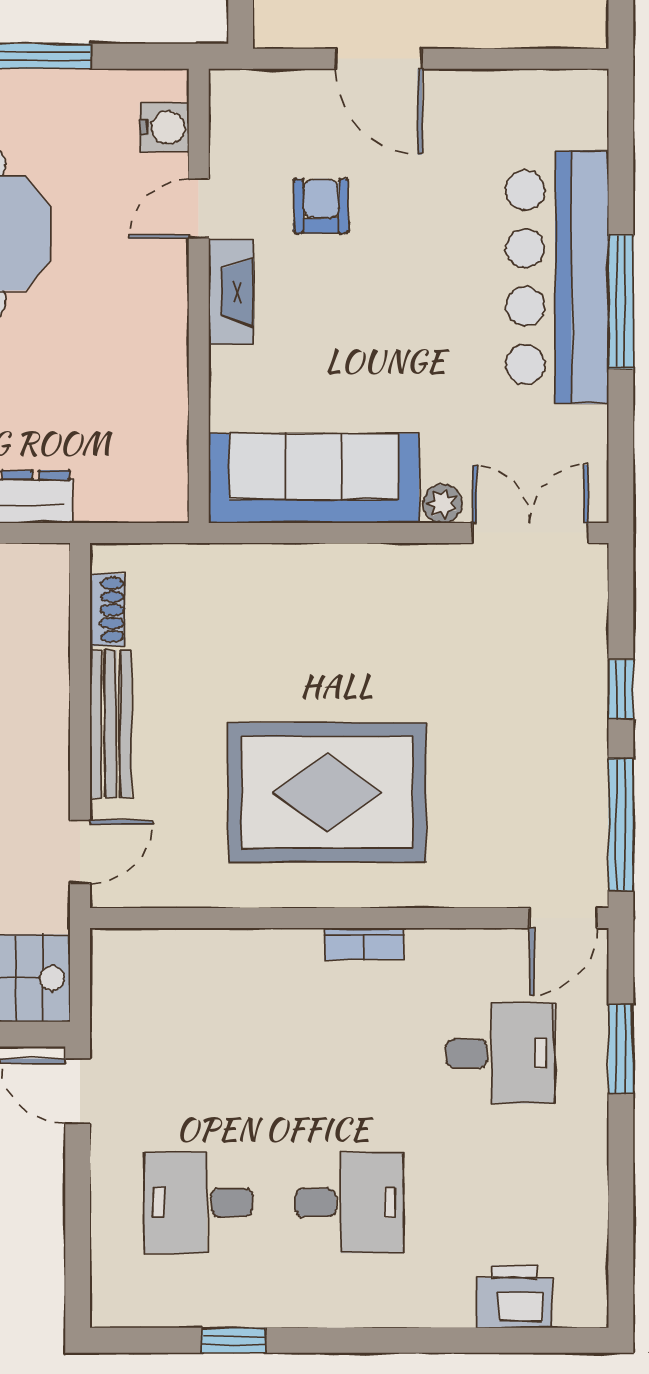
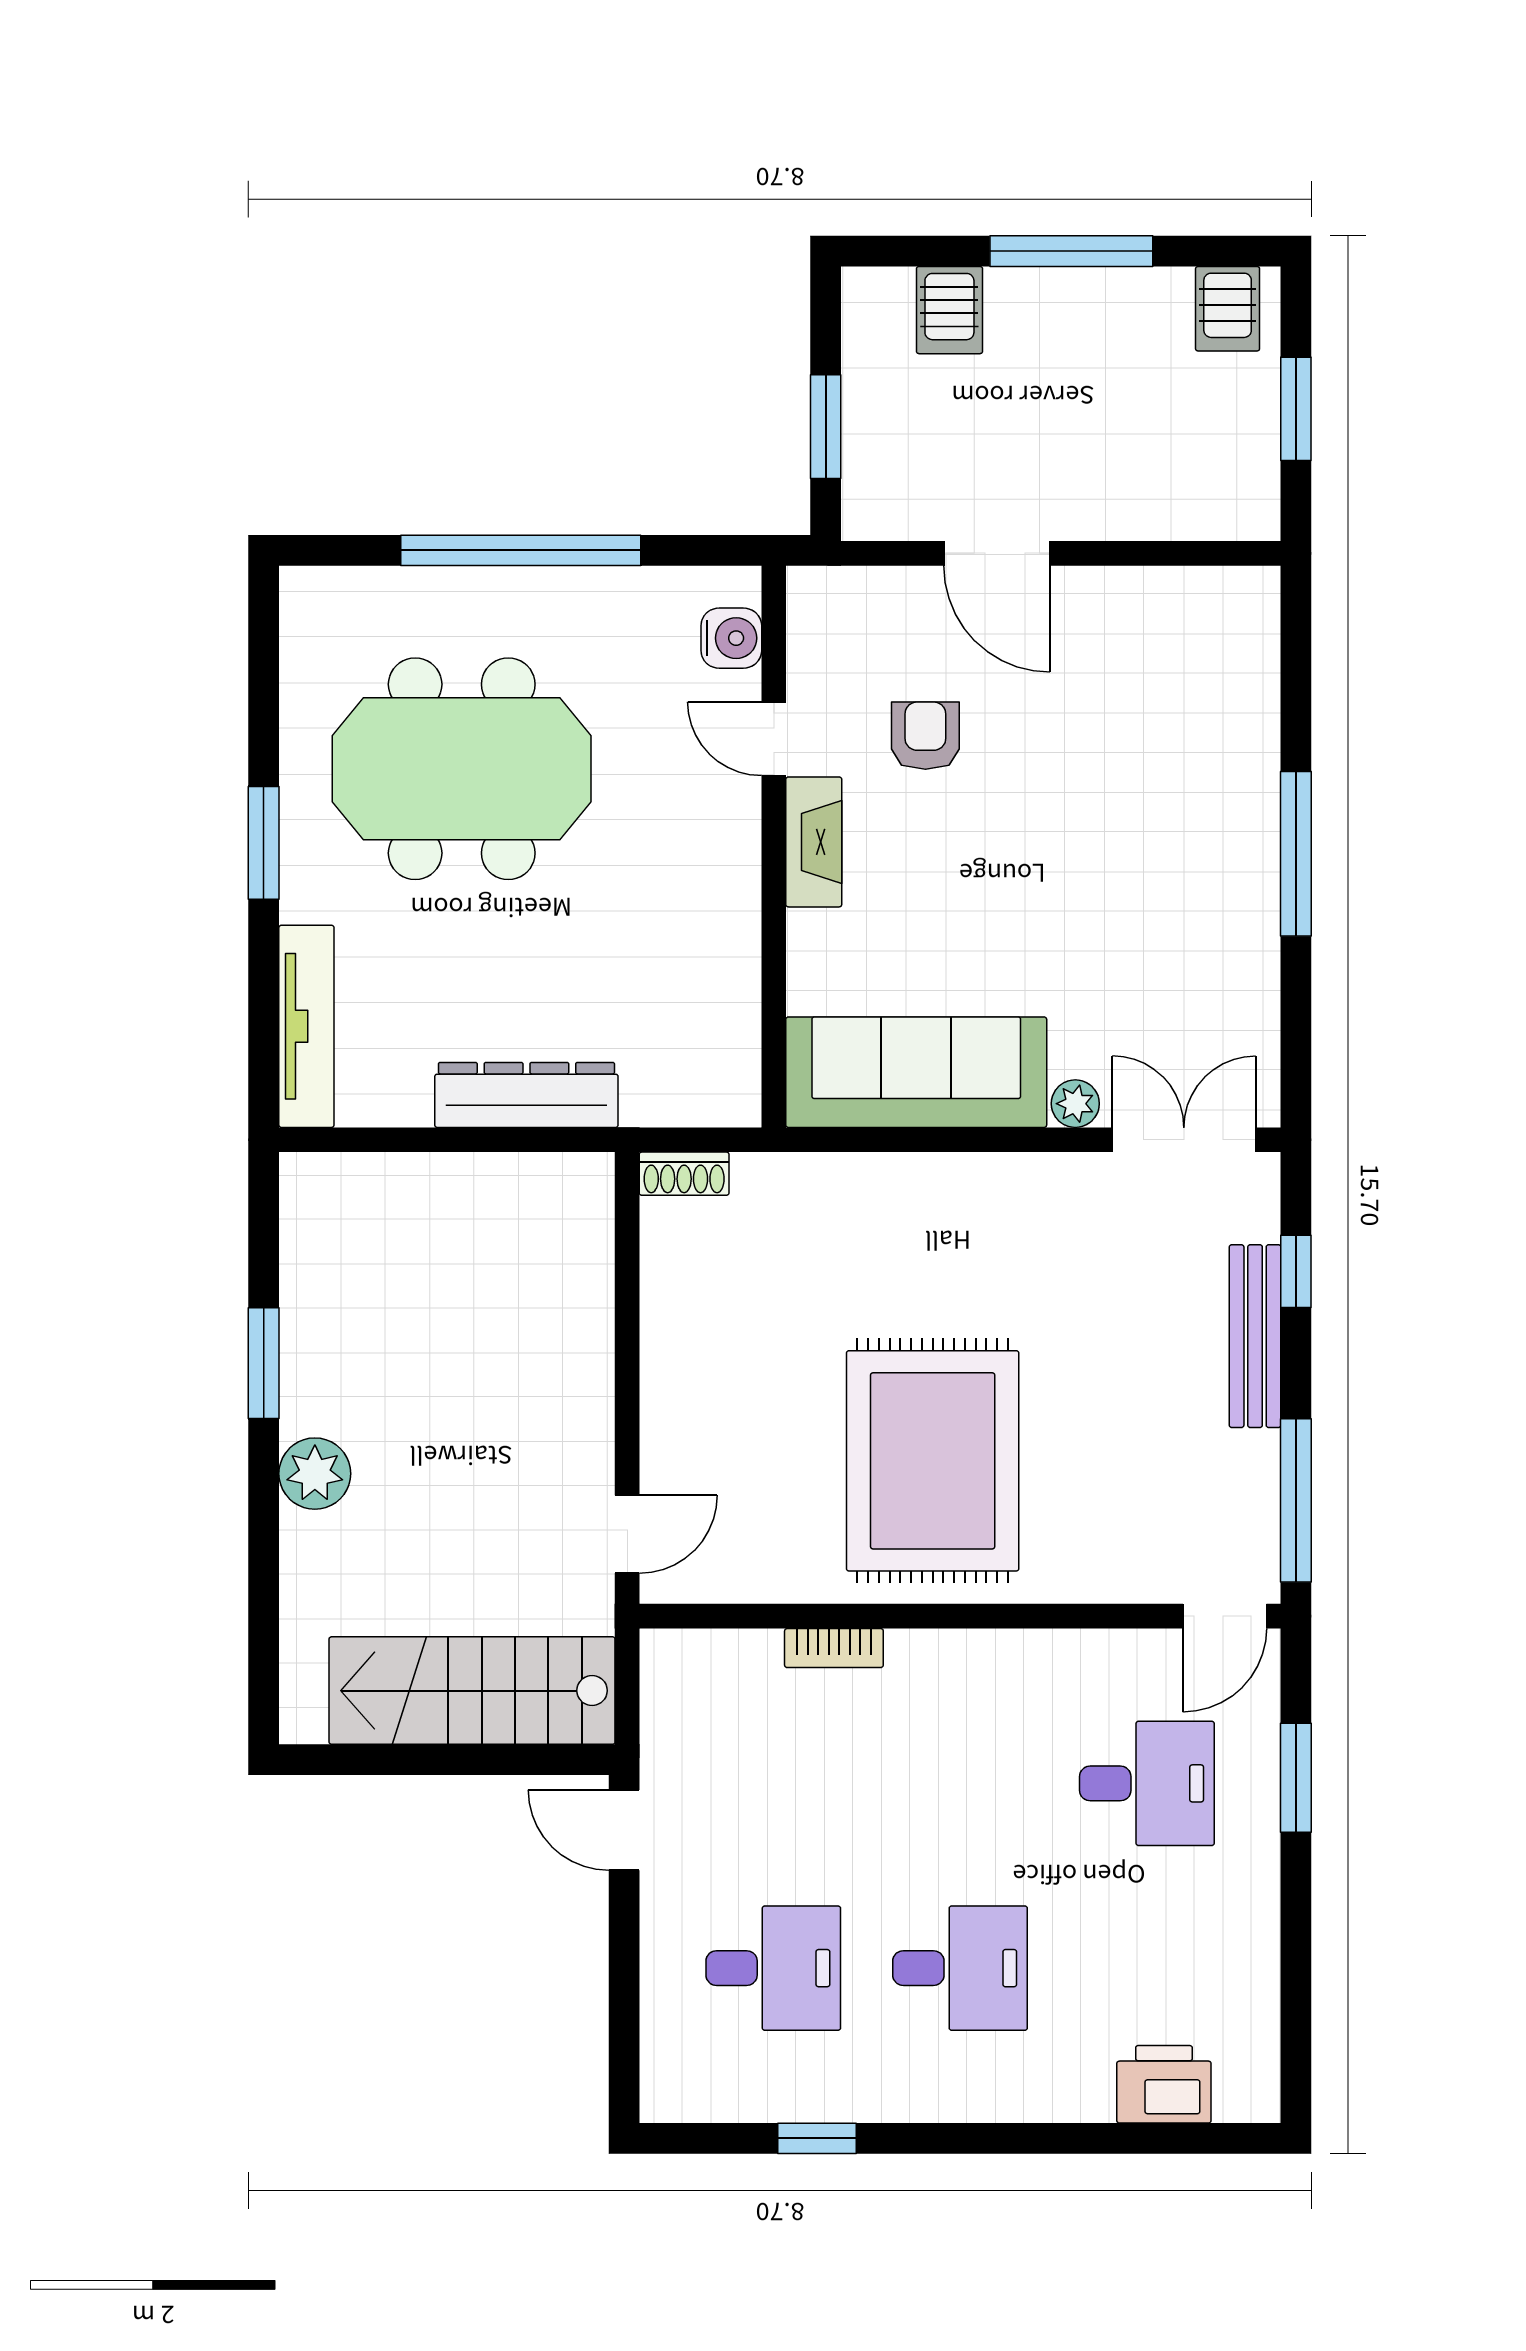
door: (199, 209) -> (774, 739), hinge flipped
bar counter: (557, 277) -> (1217, 824), removed
shoe rack: (108, 610) -> (684, 1174), moved, turned 90
window: (621, 690) -> (1296, 1271), moved
bench: (111, 724) -> (1255, 1336), moved
rug: (327, 793) -> (933, 1461), turned 90
bookcase: (364, 944) -> (834, 1648), moved
desk: (198, 1203) -> (773, 1968), turned 180

